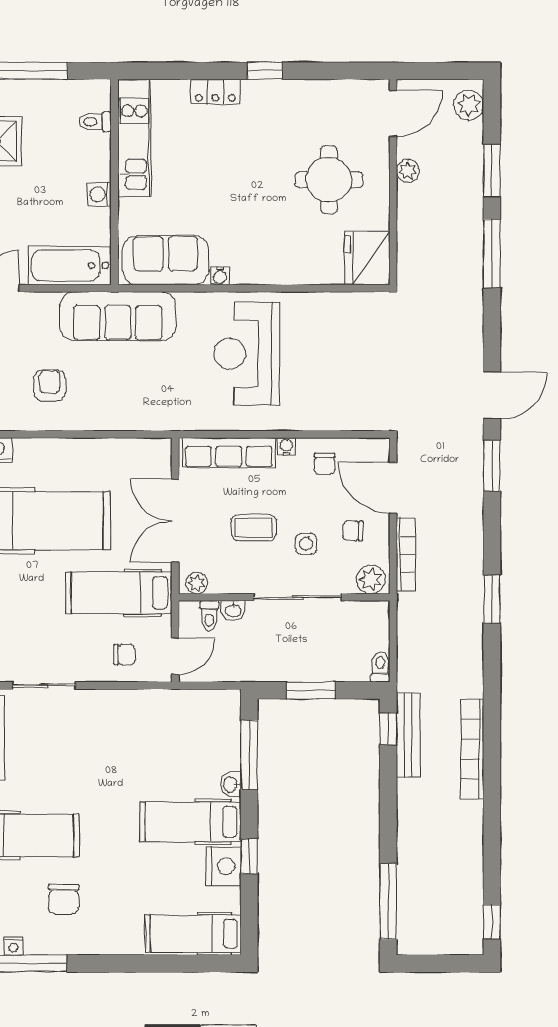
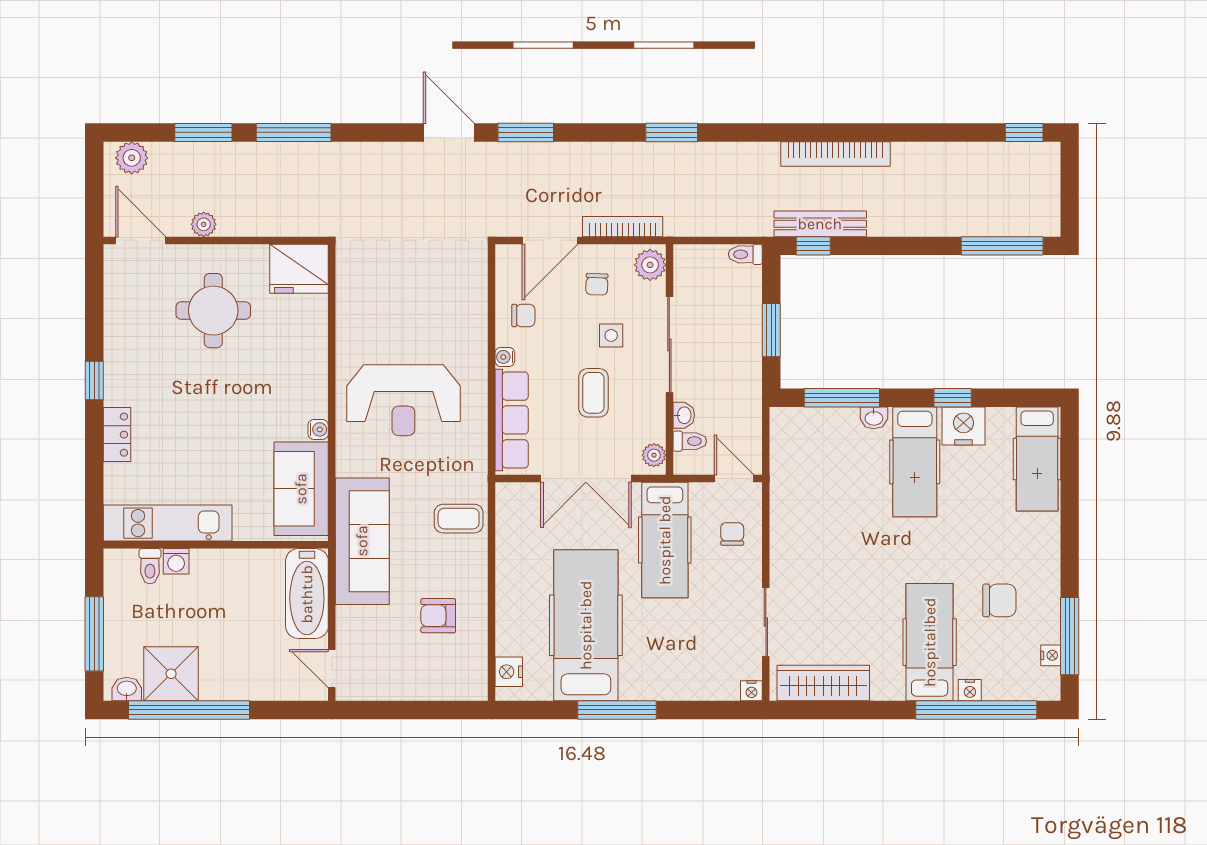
washing machine: (99, 194) -> (176, 561), moved
coffee table: (139, 404) -> (459, 519), added

